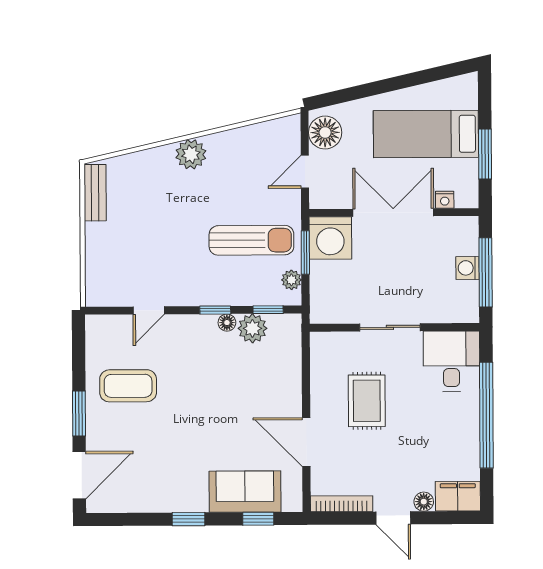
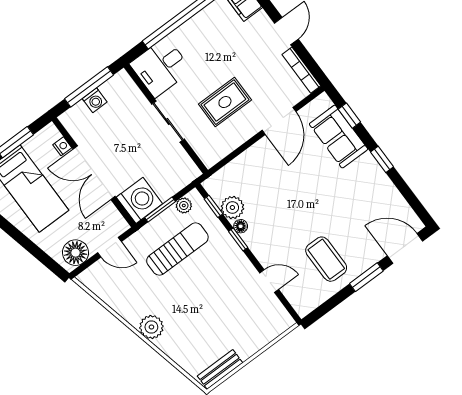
sun lounger: (251, 240) -> (177, 249), turned 90
floor lamp: (424, 502) -> (262, 19), removed

